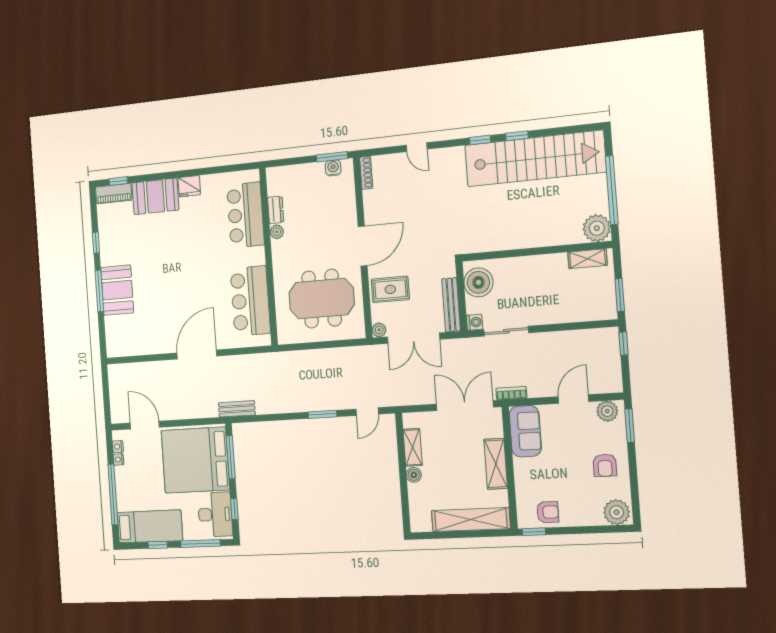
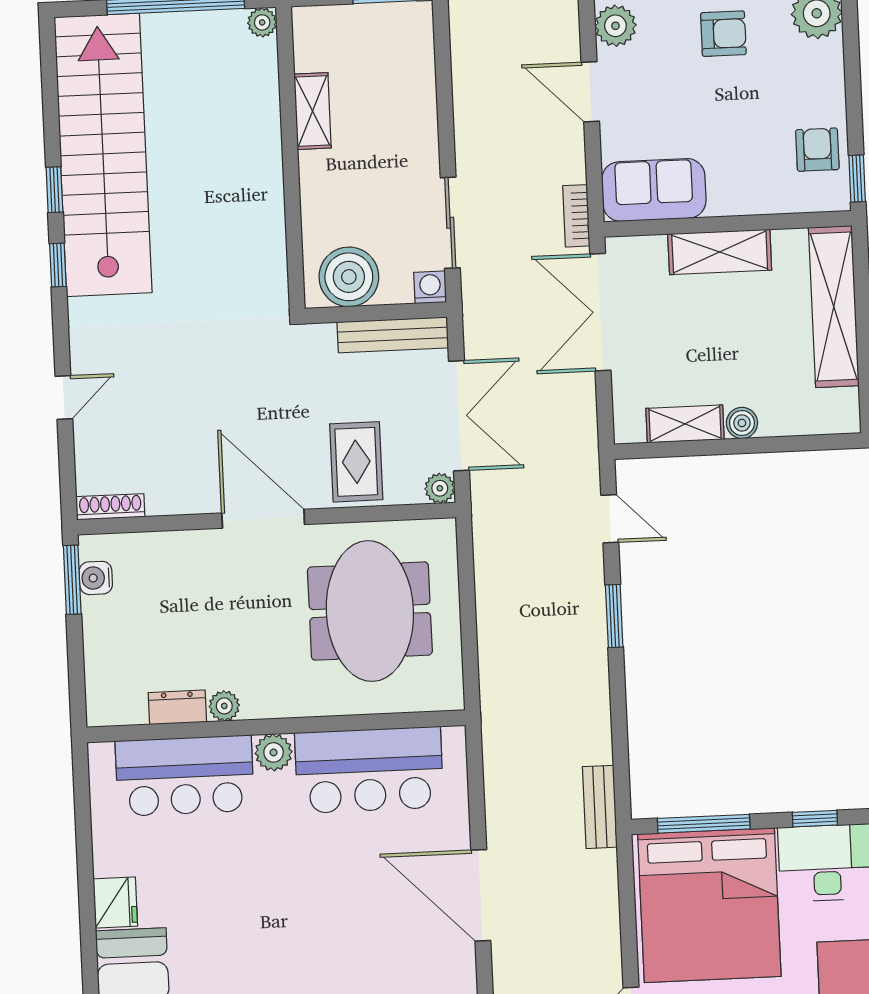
plant: (597, 228) -> (262, 22), width x0.53, depth x0.53
plant: (257, 256) -> (274, 752), added
shelving: (587, 259) -> (312, 111), moved

